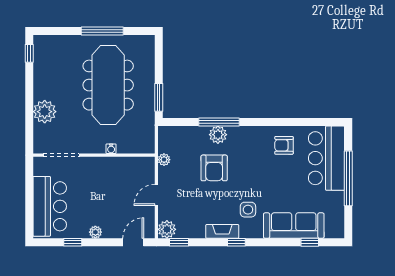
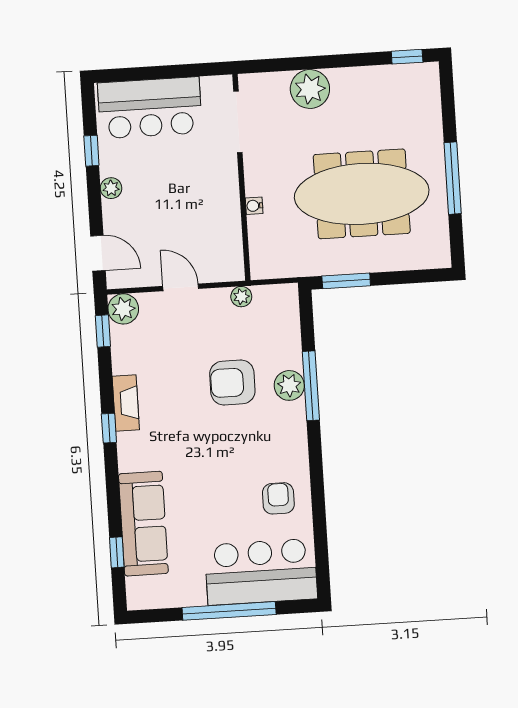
side table: (248, 210) -> (165, 444), removed

